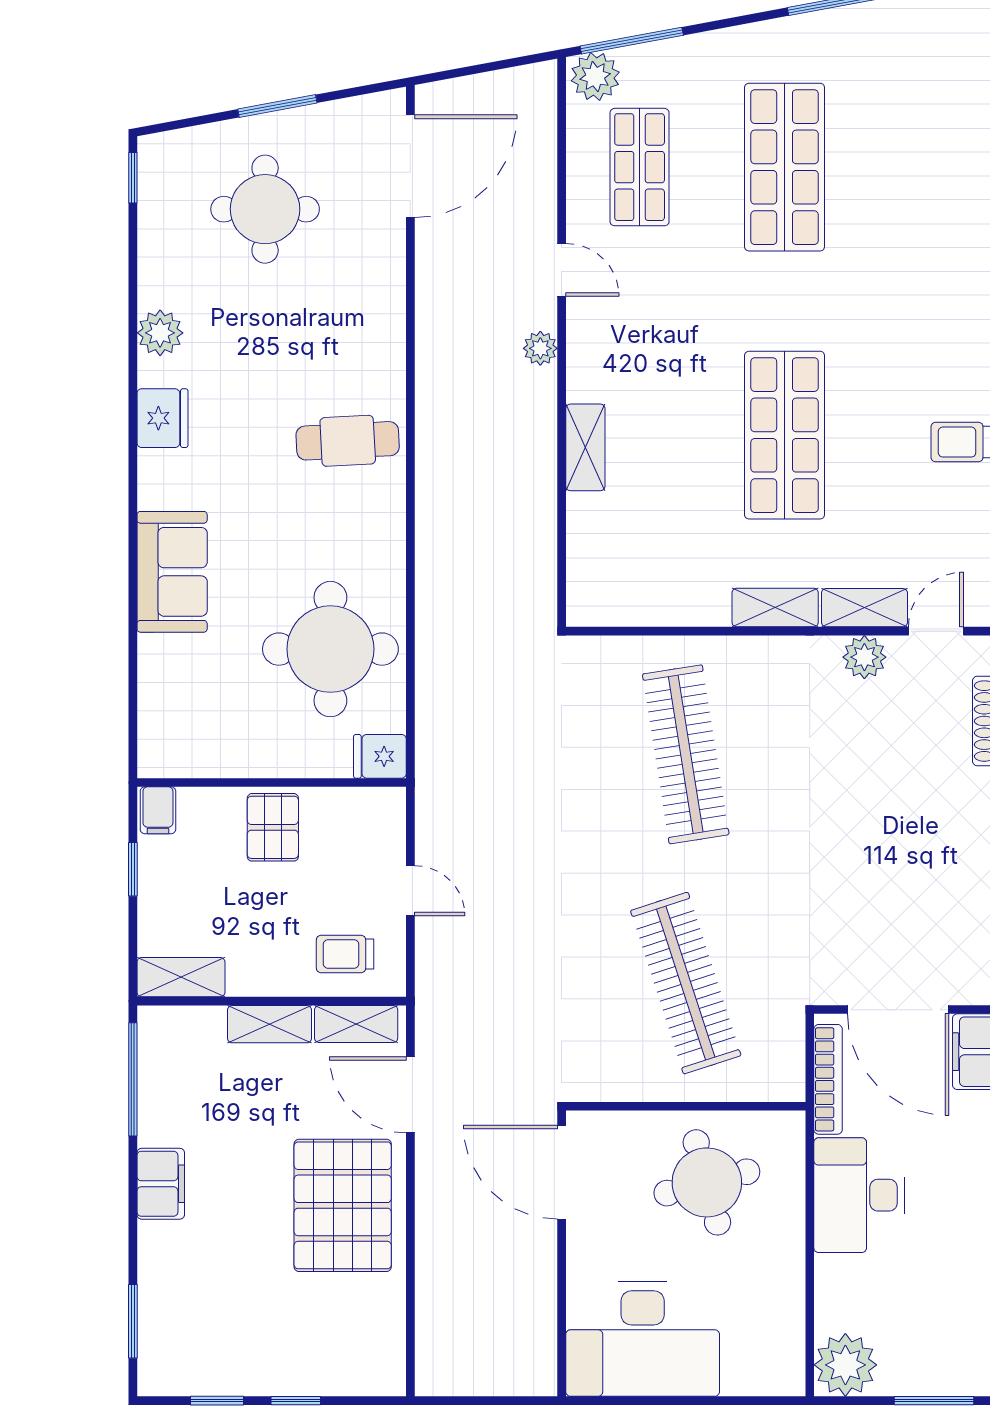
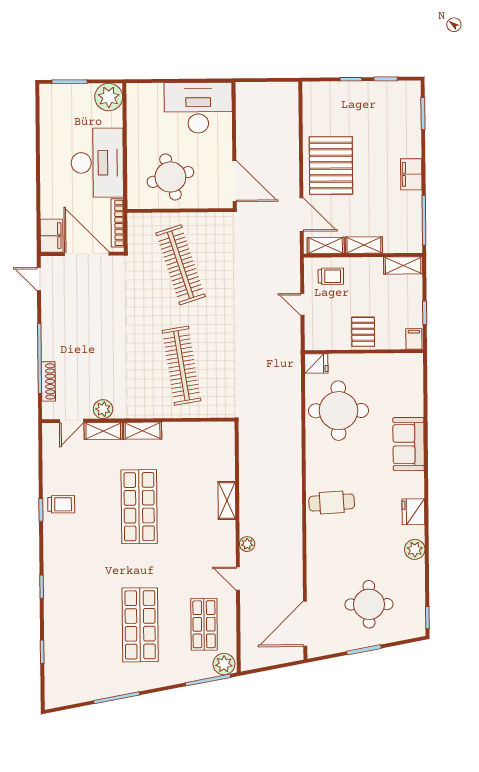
desk: (859, 1195) -> (97, 163), width x1.36, depth x1.30

